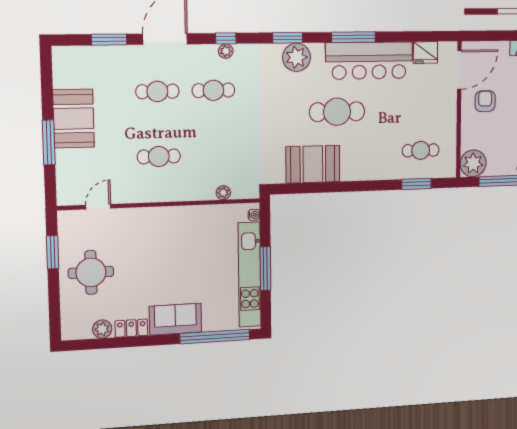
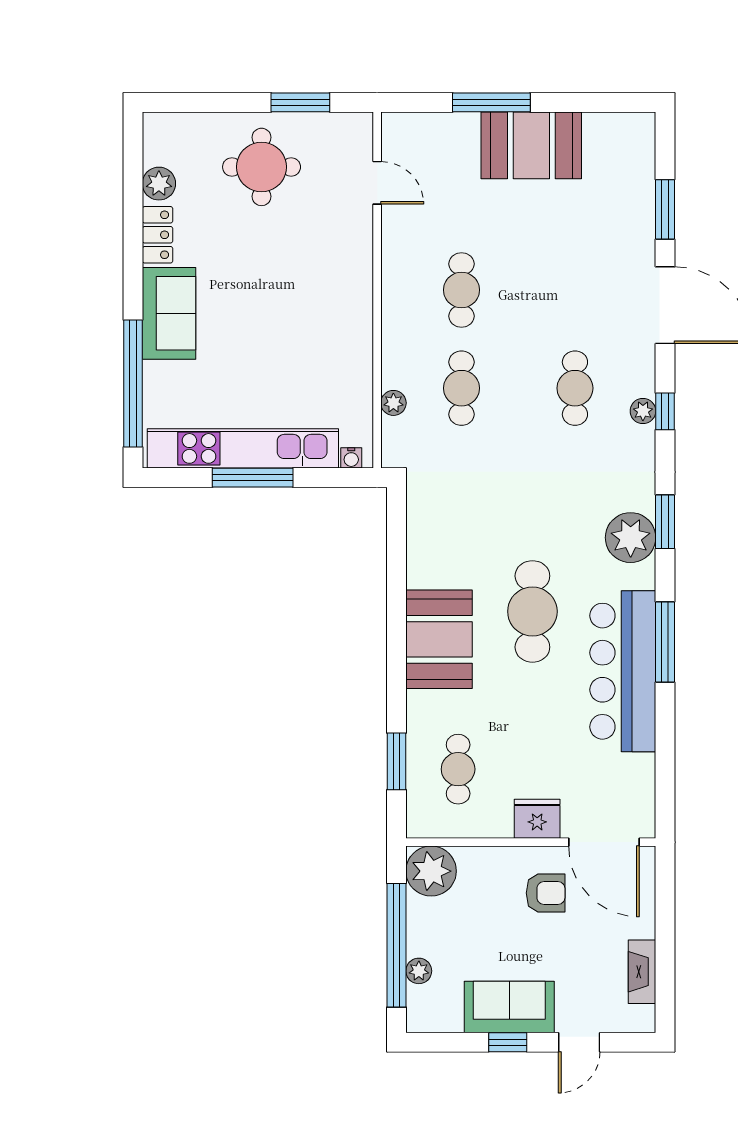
fridge: (425, 53) -> (537, 819), moved, turned 90
cafe table: (157, 91) -> (462, 388), moved
booth: (313, 164) -> (439, 639), moved

